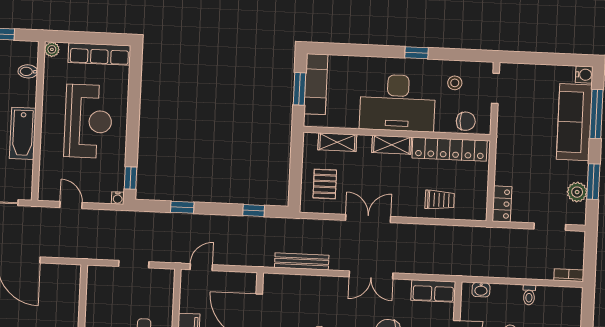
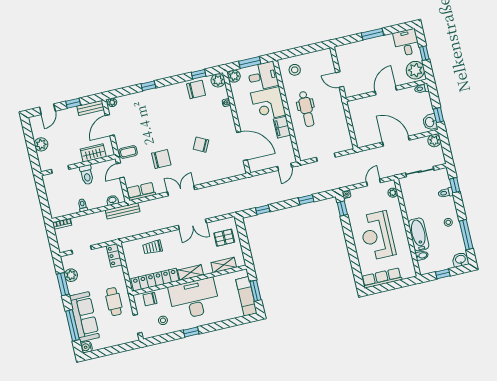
plant: (52, 49) -> (393, 193), moved
bathtub: (23, 133) -> (419, 234), moved
cafe table: (522, 133) -> (114, 302), added
pallet: (325, 184) -> (224, 238), turned 90
door: (71, 205) -> (373, 182), swing flipped
bench: (302, 261) -> (123, 211), moved

